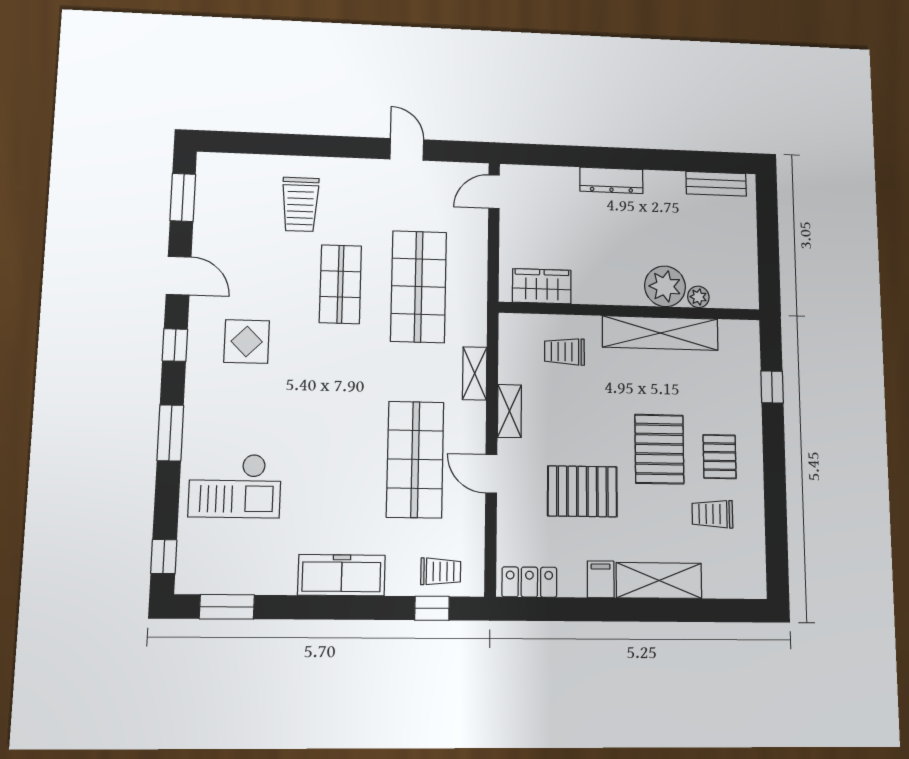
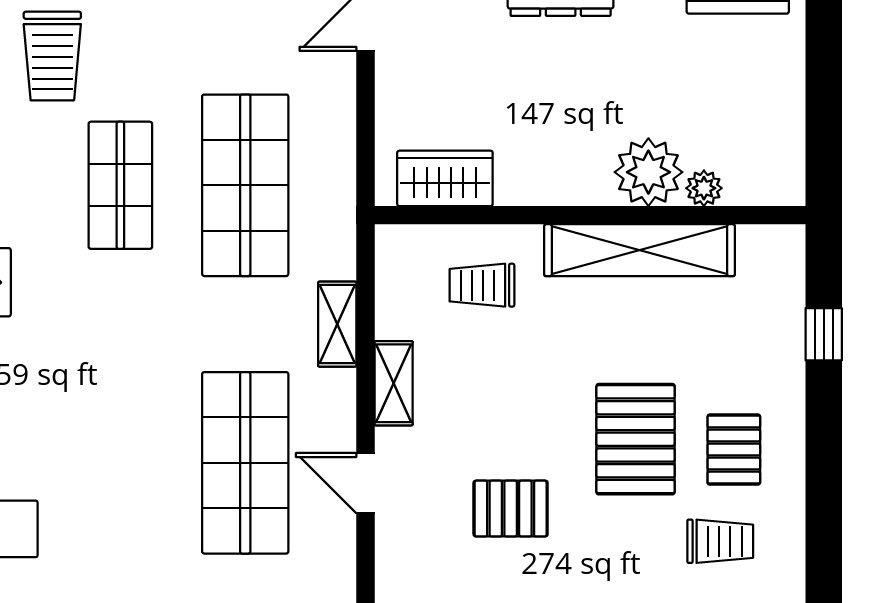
pallet: (582, 491) -> (511, 509), width x0.67, depth x0.71
trolley: (712, 514) -> (720, 541), turned 180

